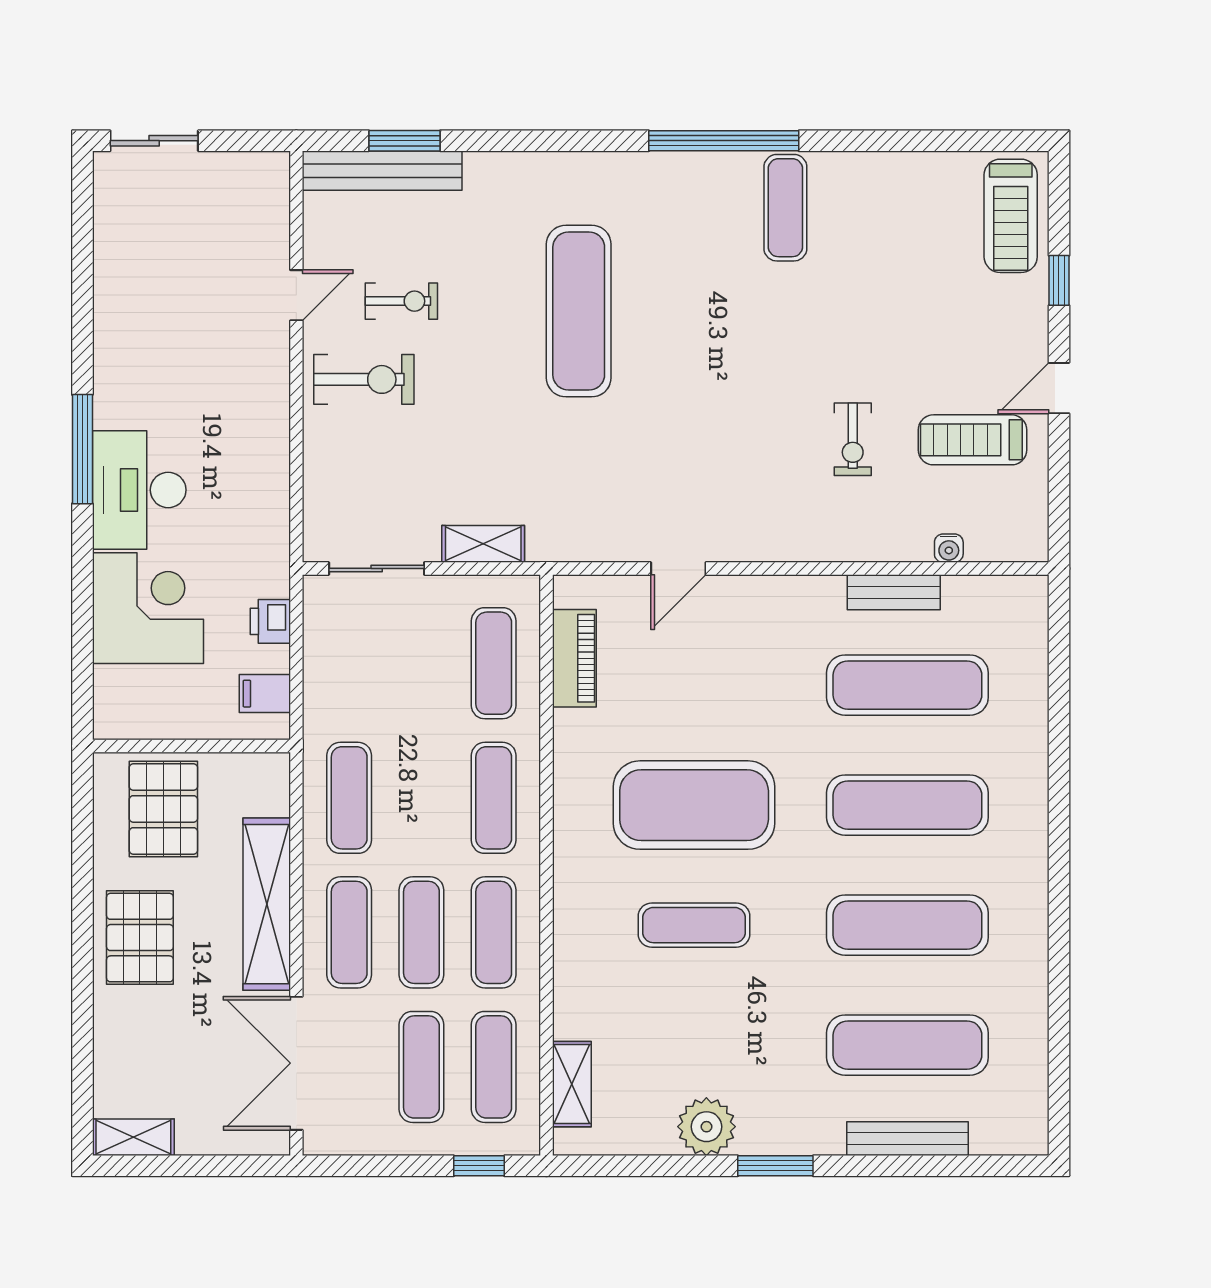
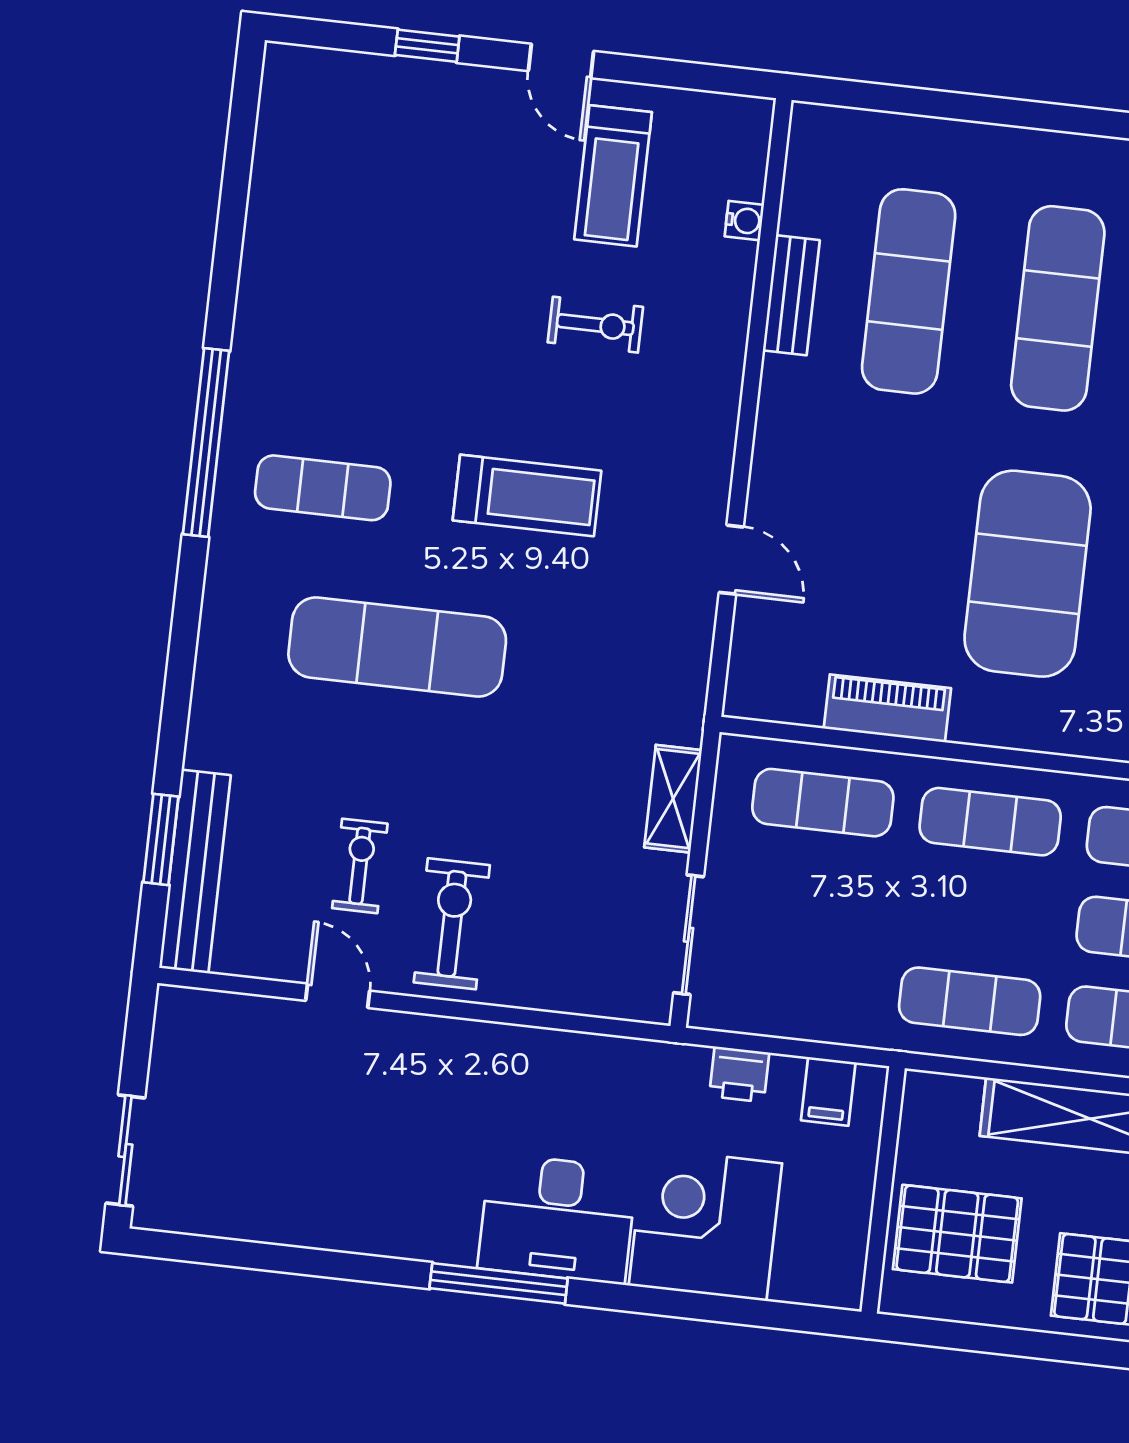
exercise mat: (785, 208) -> (323, 488), moved
treadmill: (1011, 216) -> (527, 495), moved
piano: (574, 658) -> (887, 708), moved

